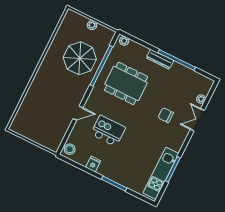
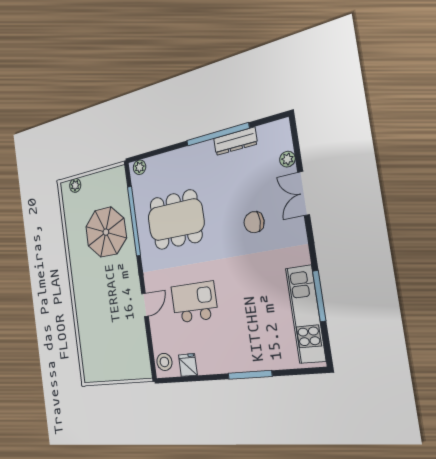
plant: (92, 25) -> (75, 185), moved
dresser: (160, 59) -> (235, 141), moved
fridge: (93, 164) -> (188, 365), moved

